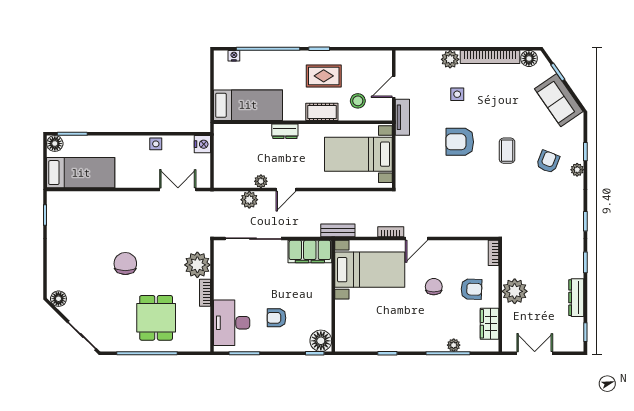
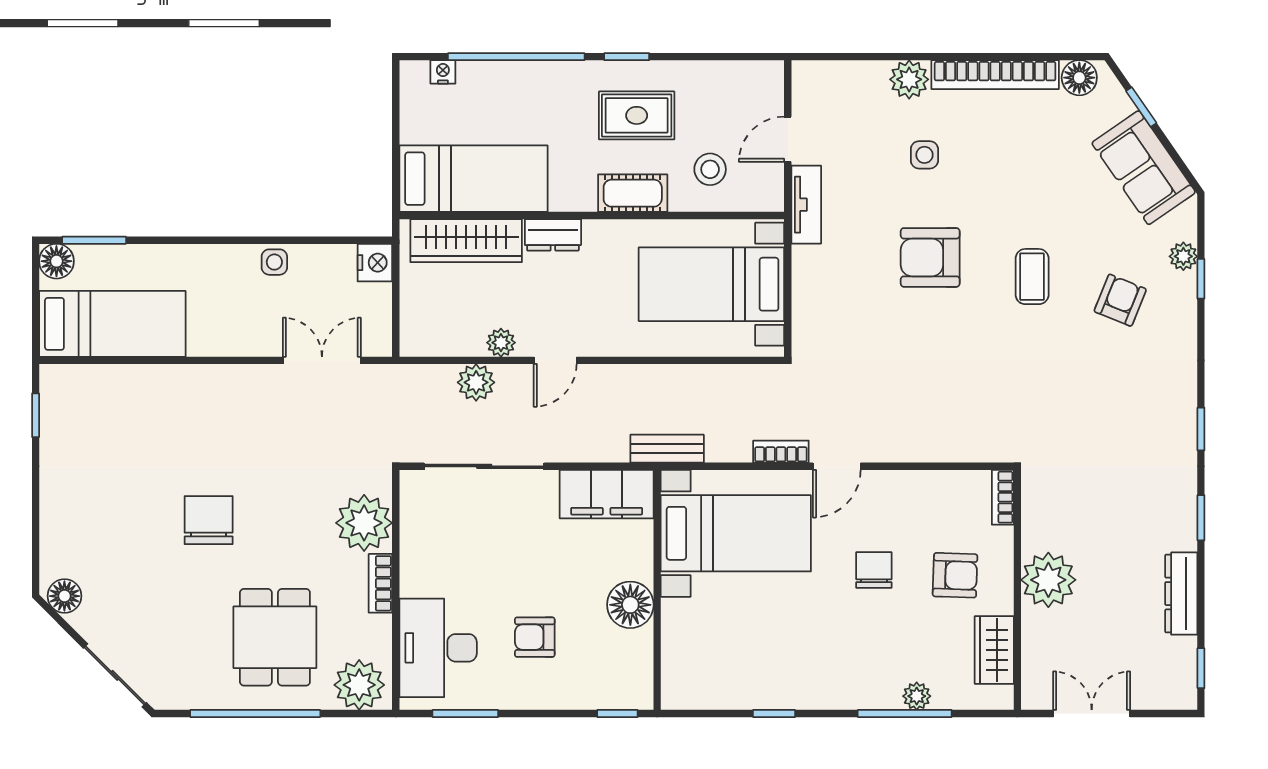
wardrobe: (245, 134) -> (466, 241), added
plant: (577, 170) -> (1183, 256), moved
plant: (195, 340) -> (359, 685), added
floor lamp: (321, 341) -> (630, 605), moved

